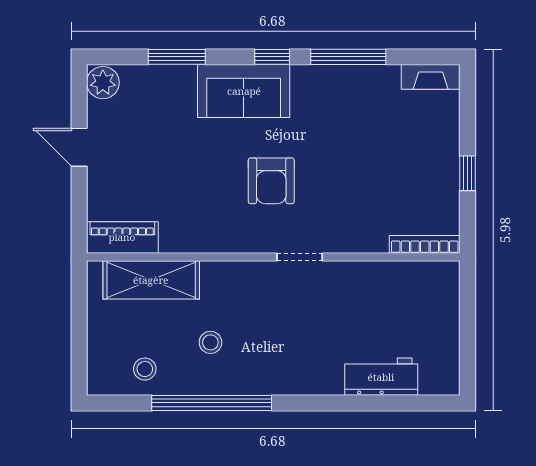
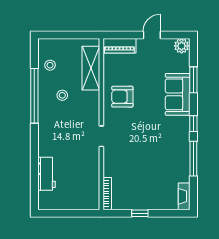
sofa: (244, 91) -> (178, 94), moved
armchair: (271, 181) -> (122, 97), moved
piano: (122, 237) -> (119, 46), moved, turned 90

